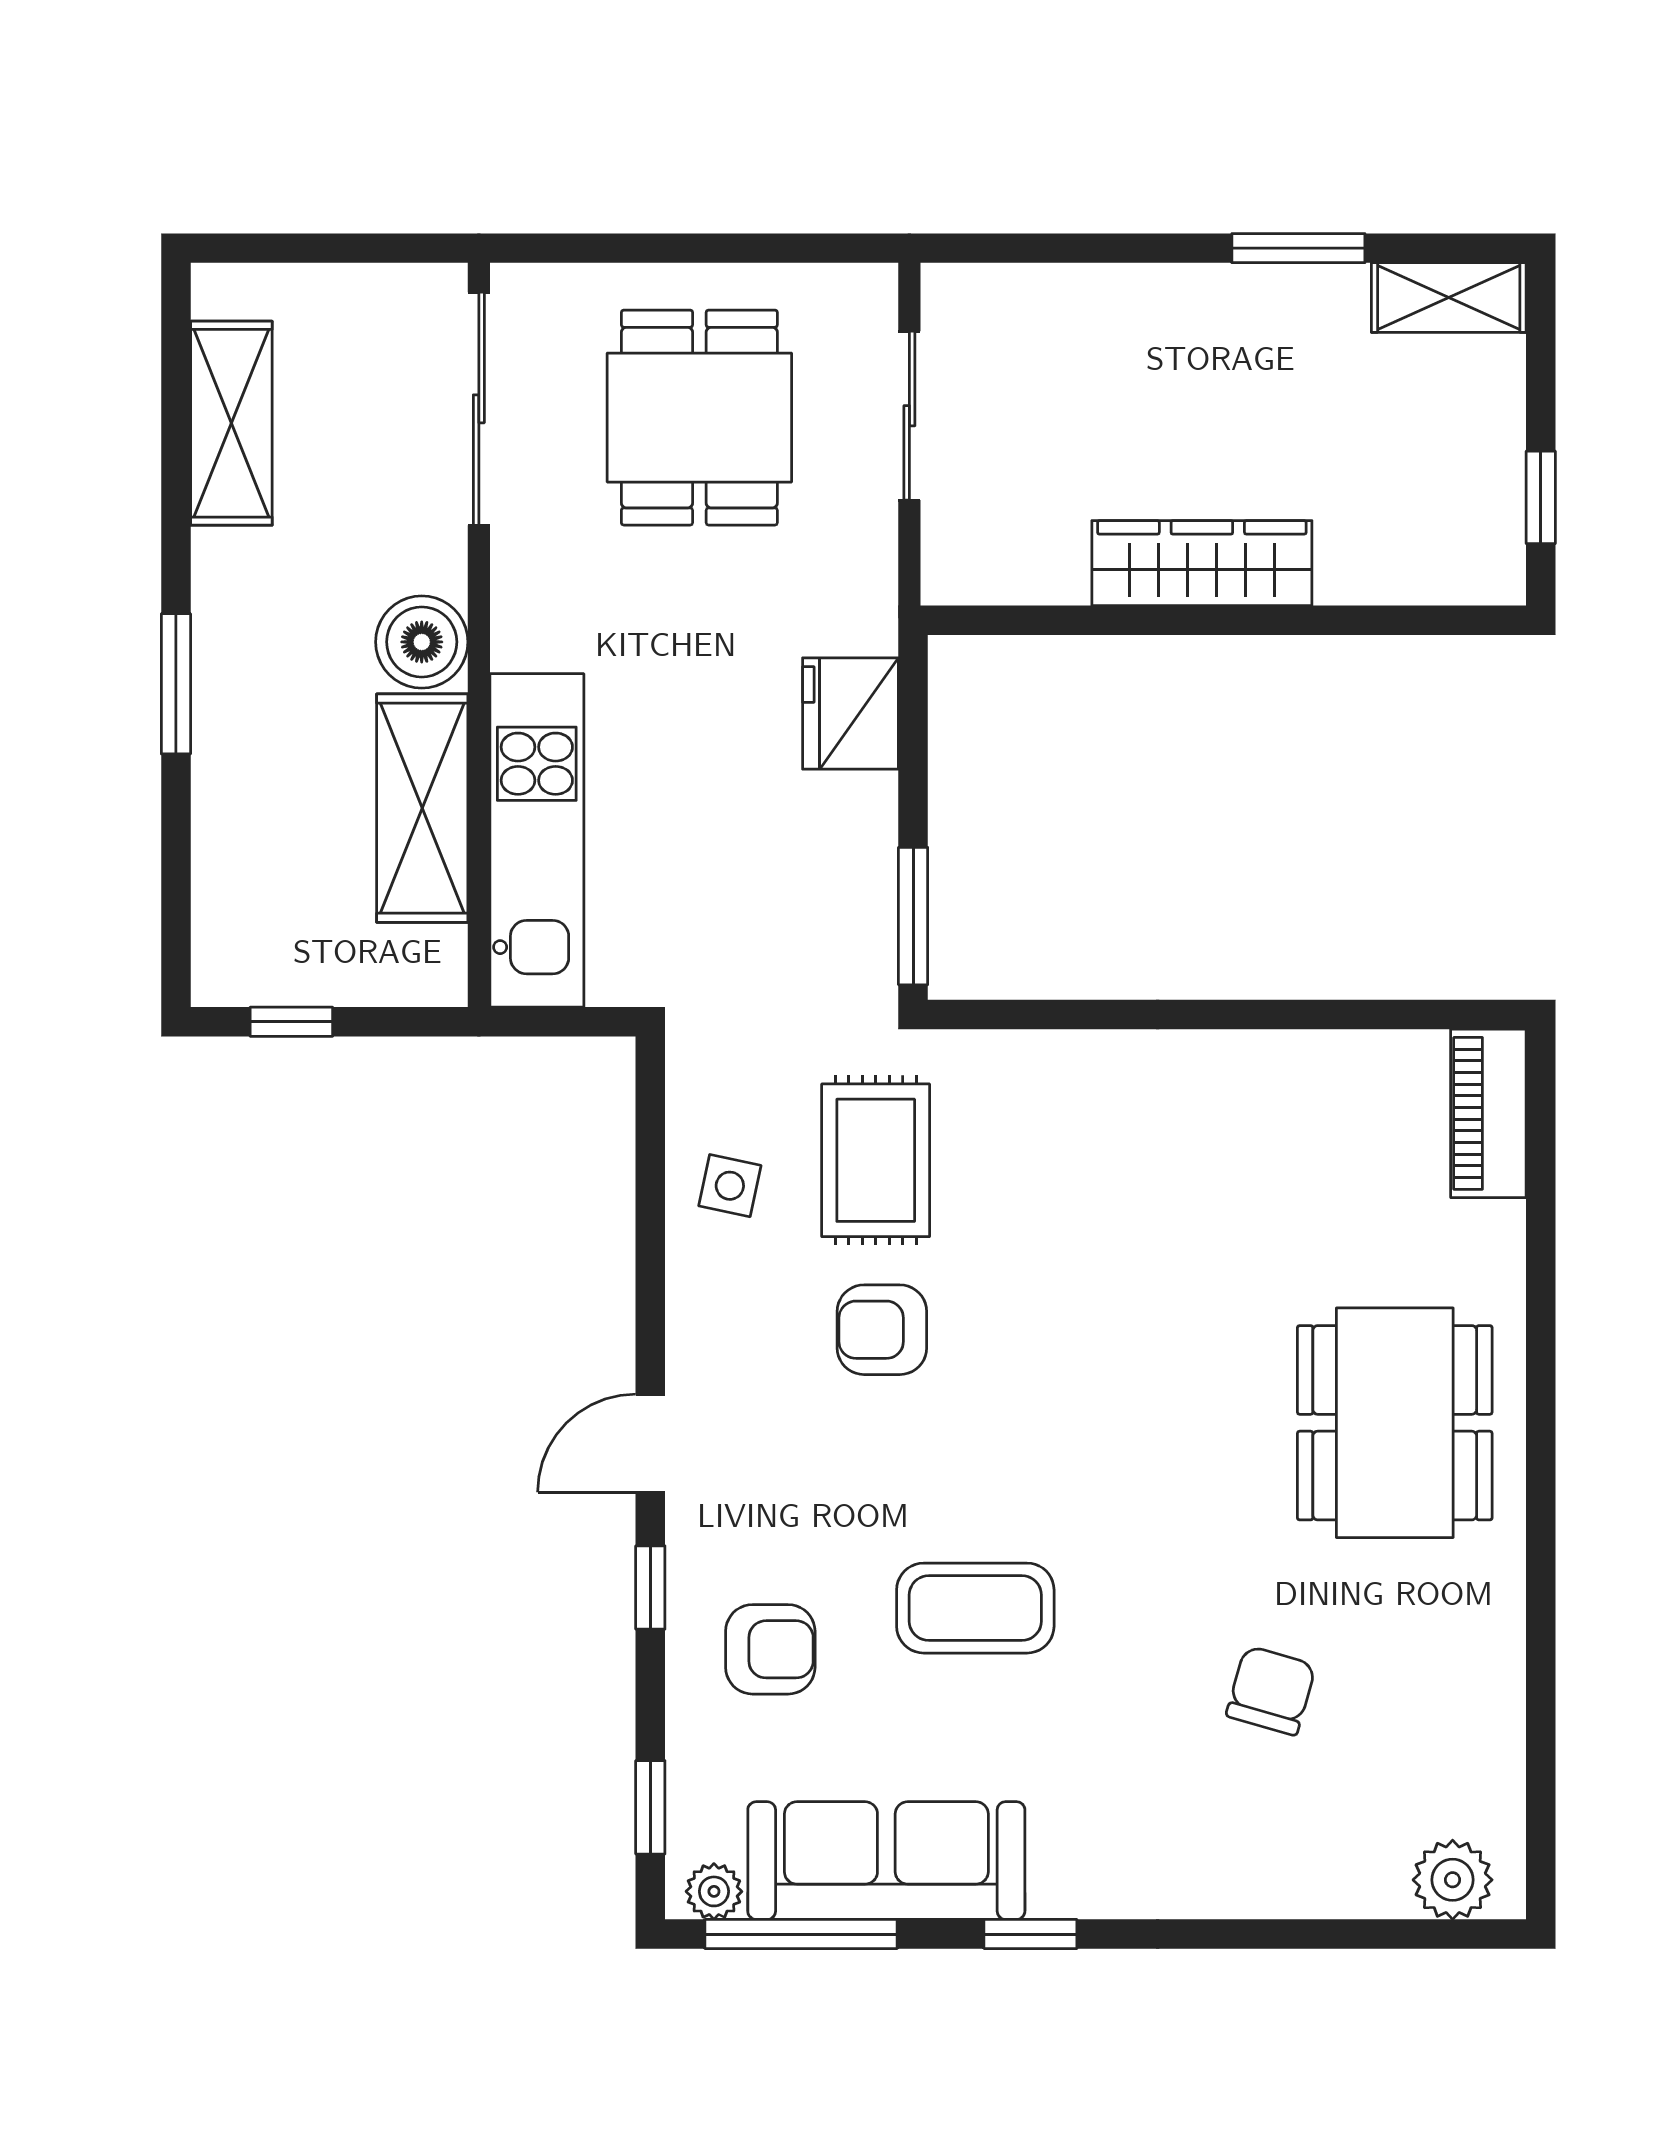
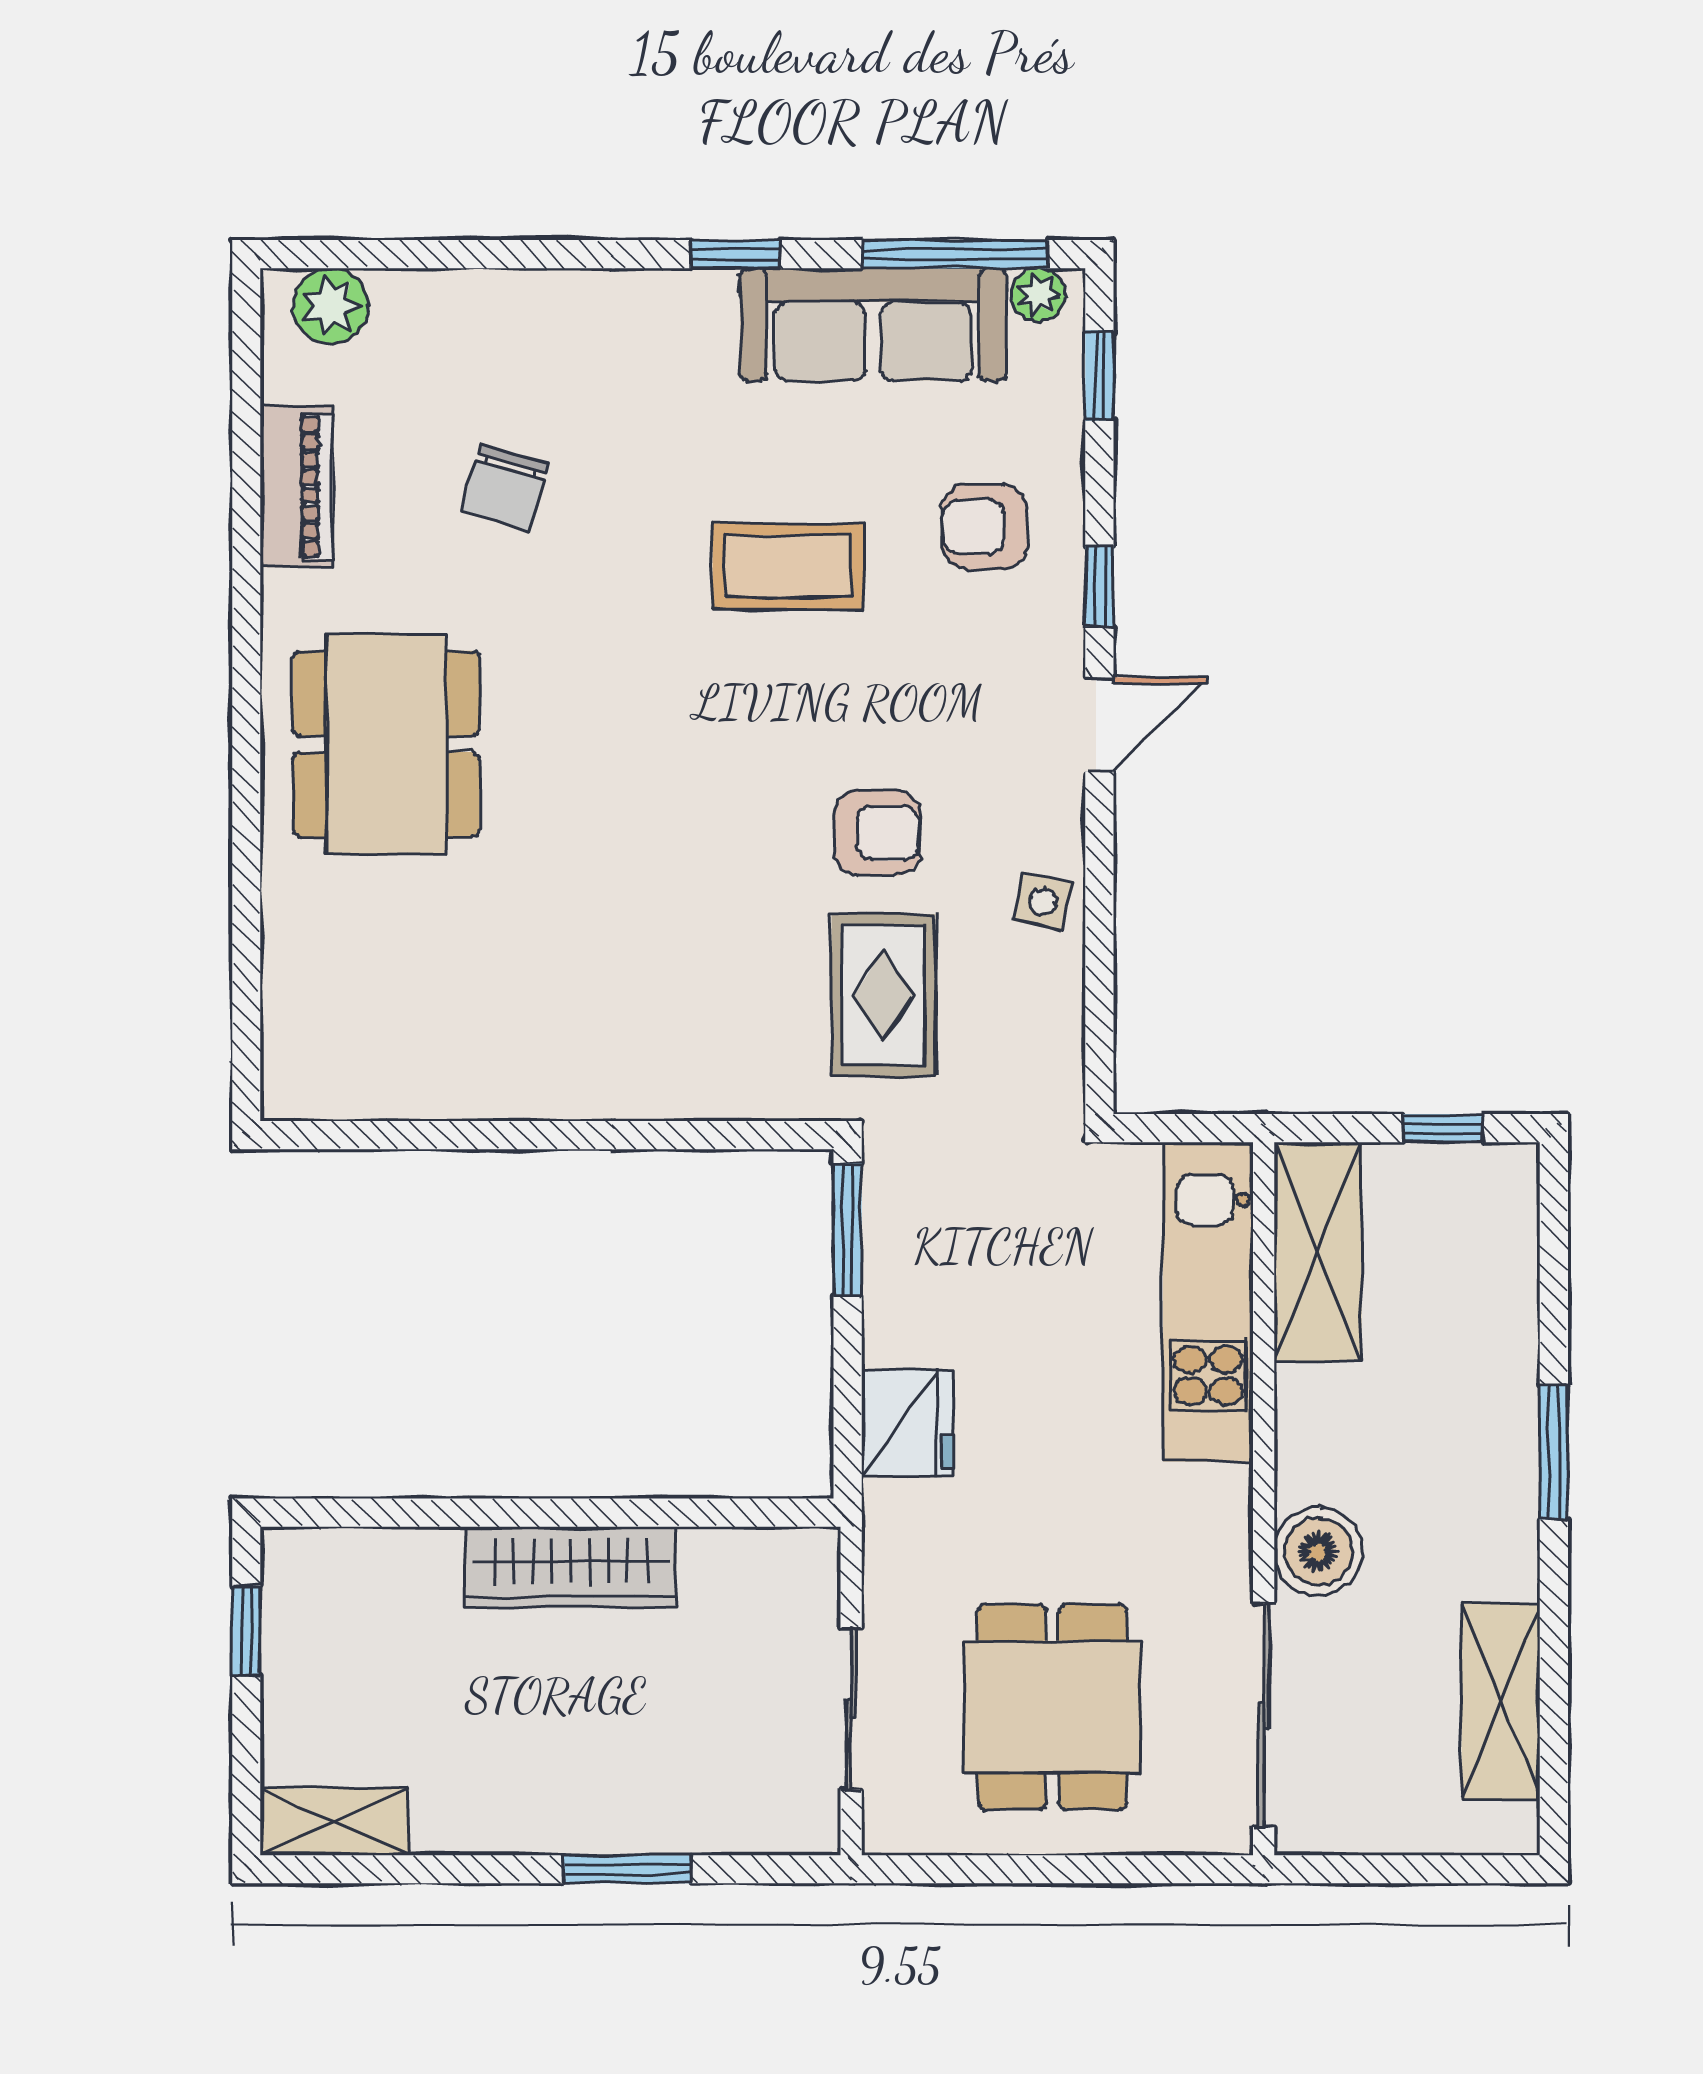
window: (1298, 248) -> (627, 1869), moved
boiler: (422, 642) -> (1318, 1552), moved
shelving: (422, 808) -> (1318, 1251), moved
piano: (1488, 1113) -> (296, 486), moved
side table: (730, 1186) -> (1043, 901), moved

